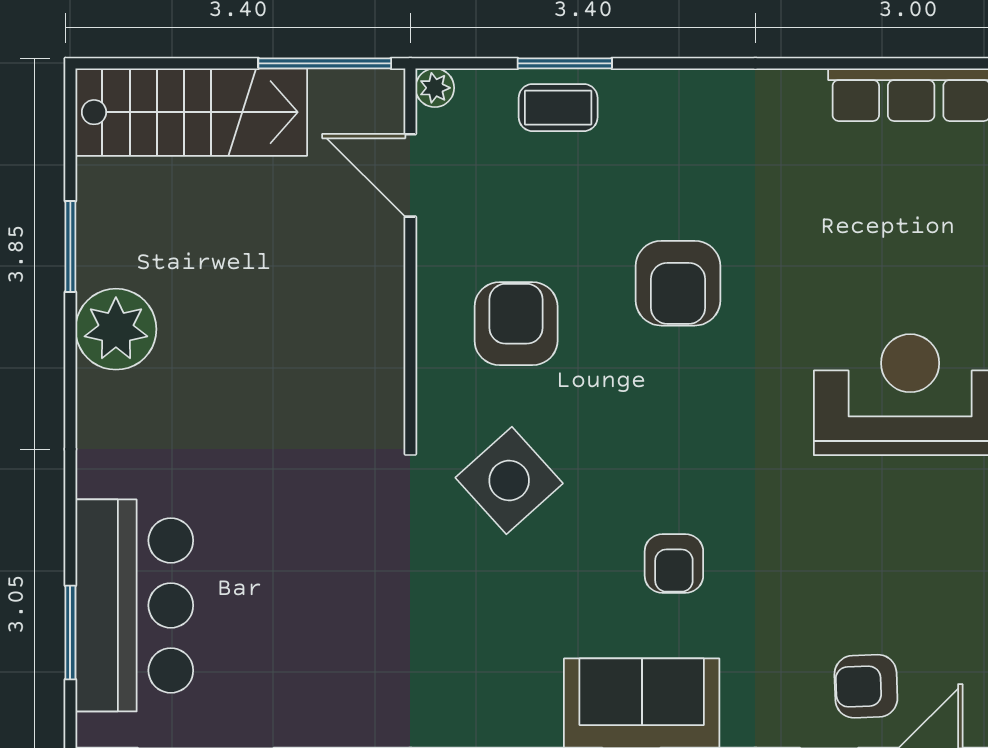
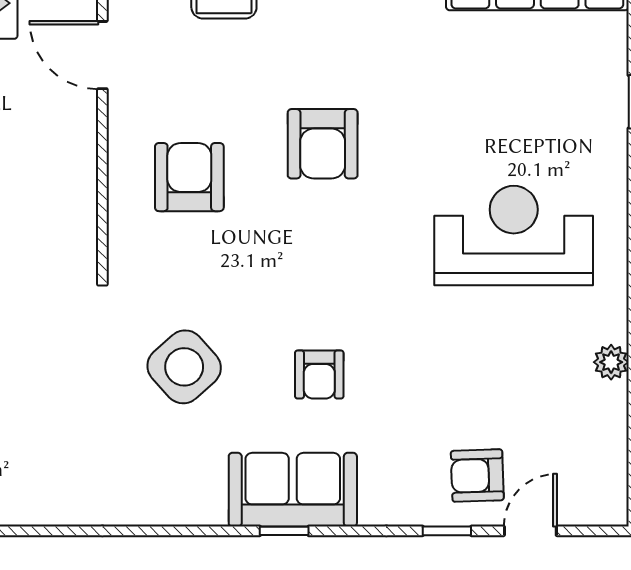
side table: (509, 480) -> (184, 367), moved

